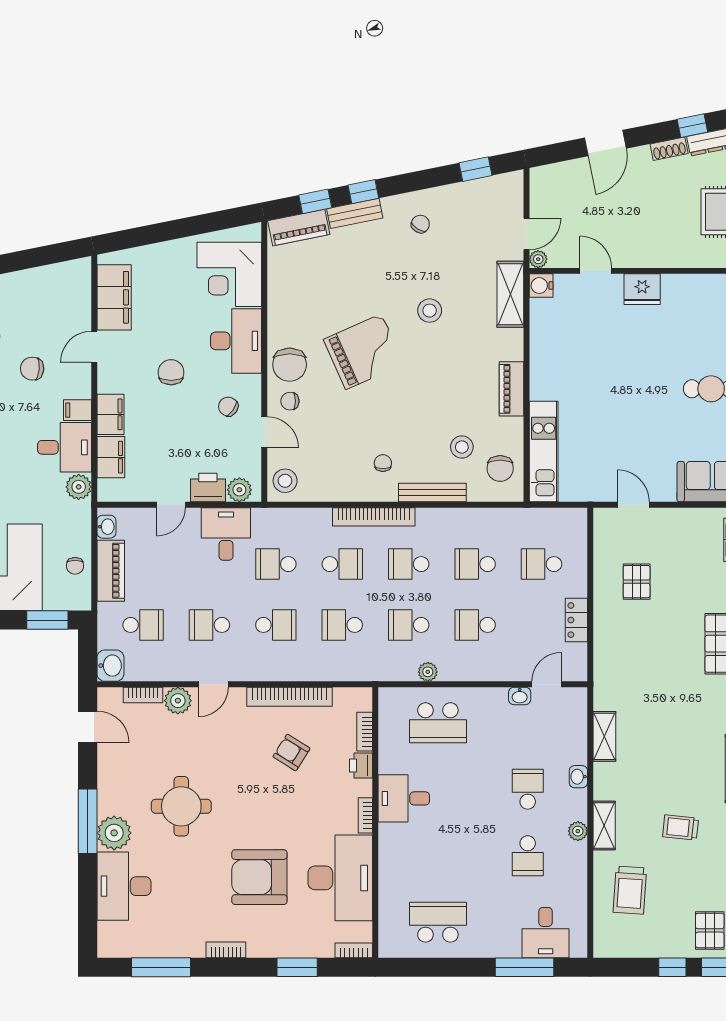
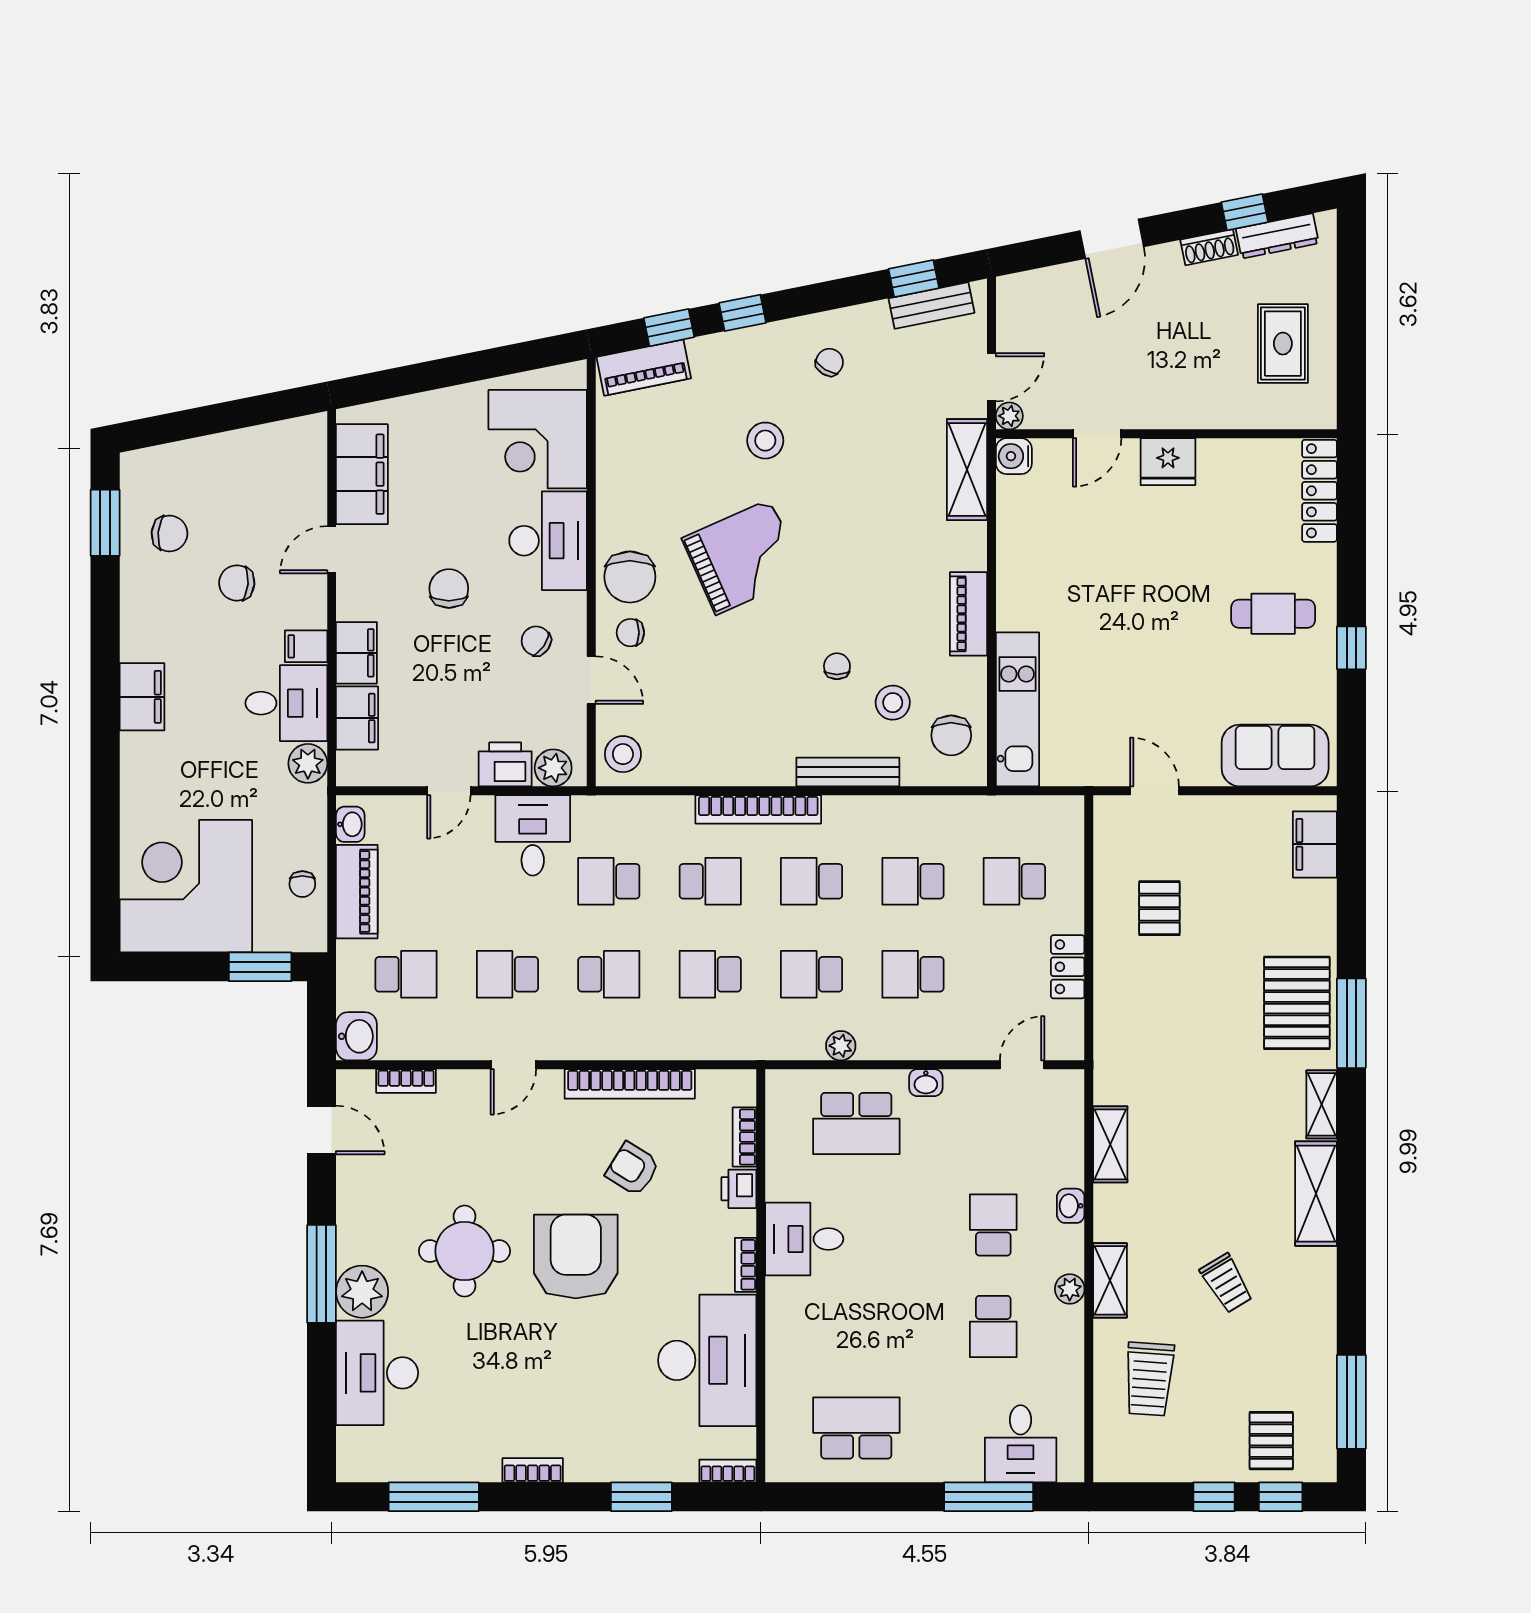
bench: (355, 213) -> (931, 306), moved
door: (596, 271) -> (1097, 434), swing flipped
stool: (430, 311) -> (765, 441), moved
chair: (383, 463) -> (837, 666), moved
washbasin: (520, 696) -> (926, 1083), moved
plant: (178, 701) -> (459, 1090), removed
trolley: (681, 827) -> (1227, 1283), turned -127
armchair: (259, 877) -> (576, 1256), moved, turned 90

